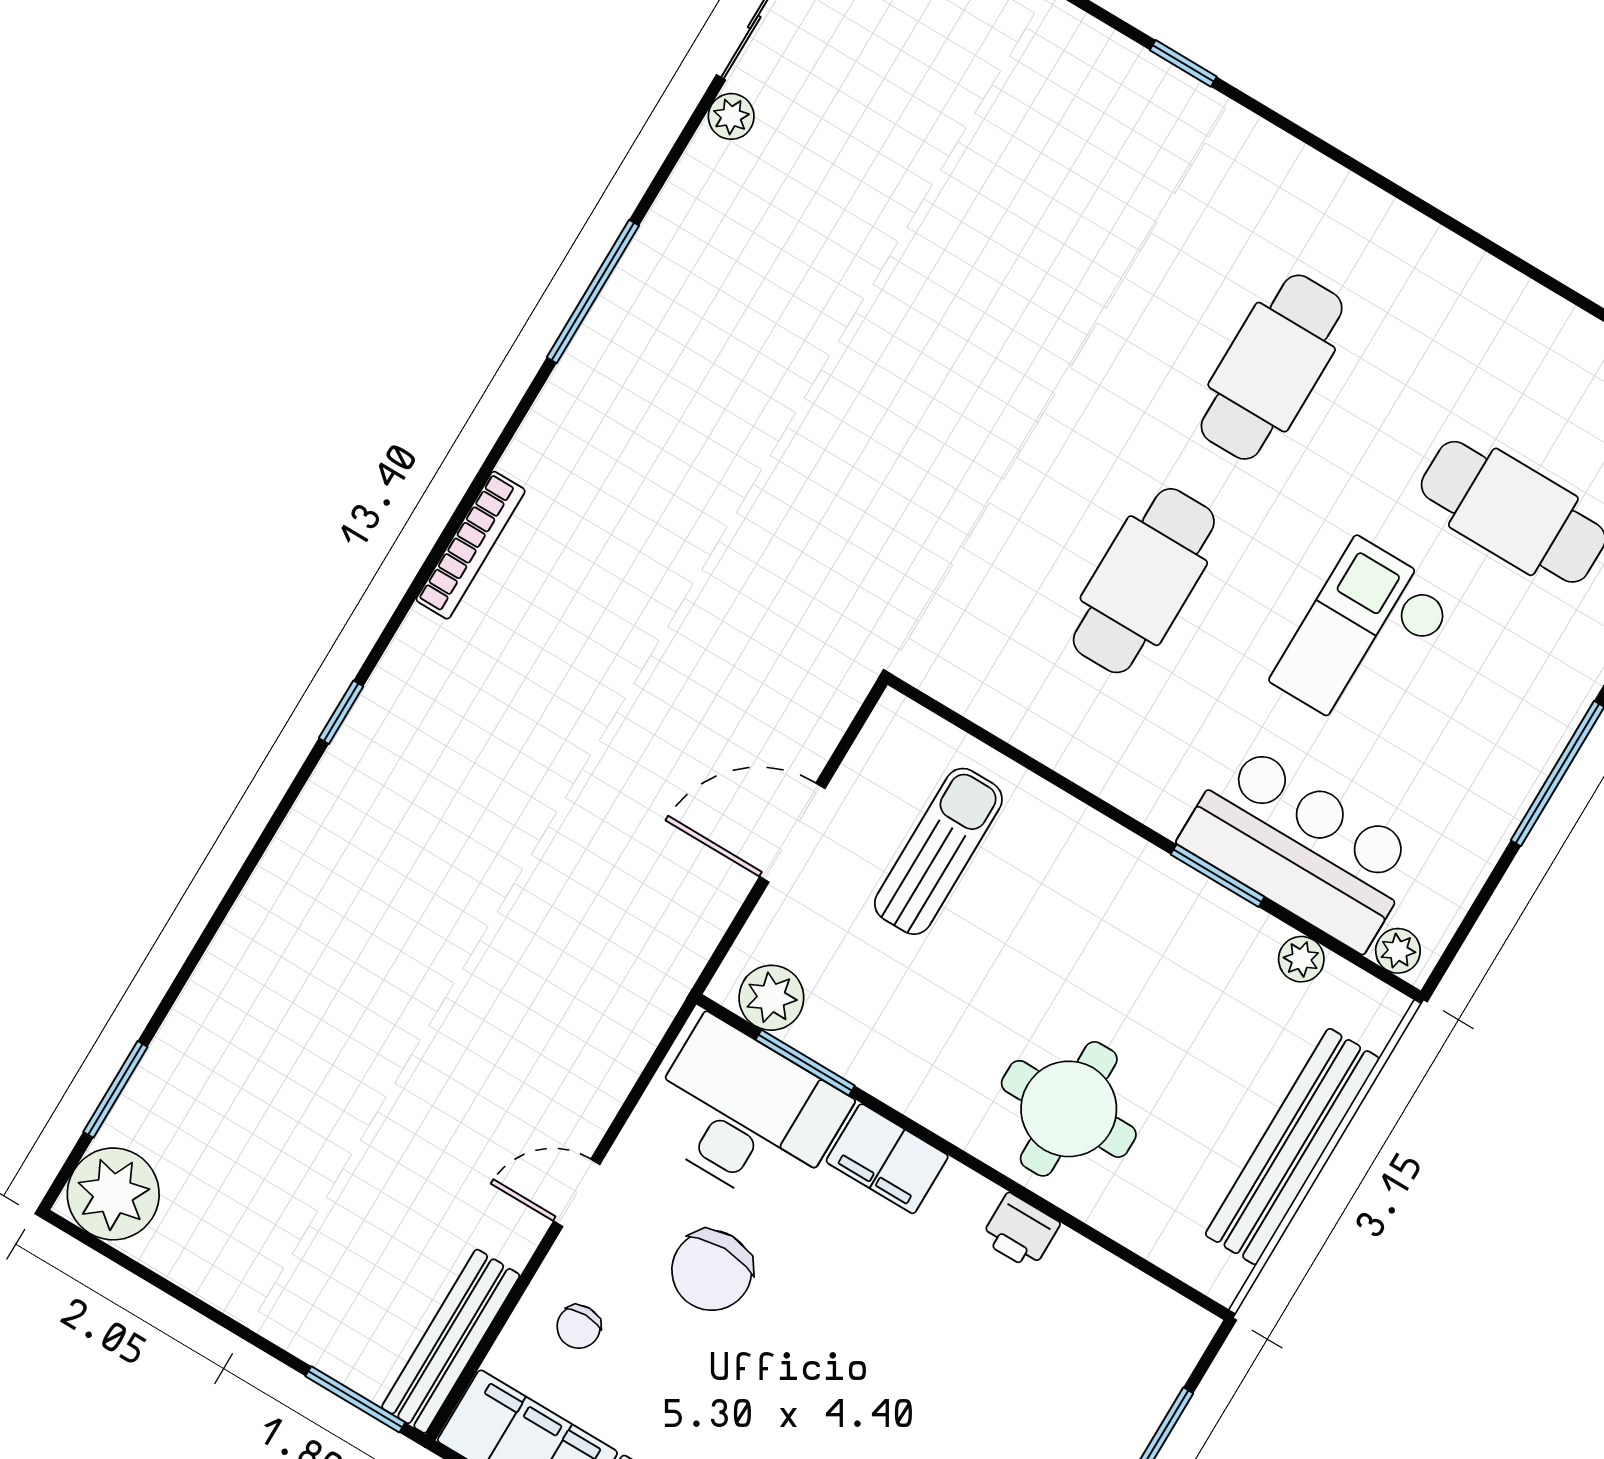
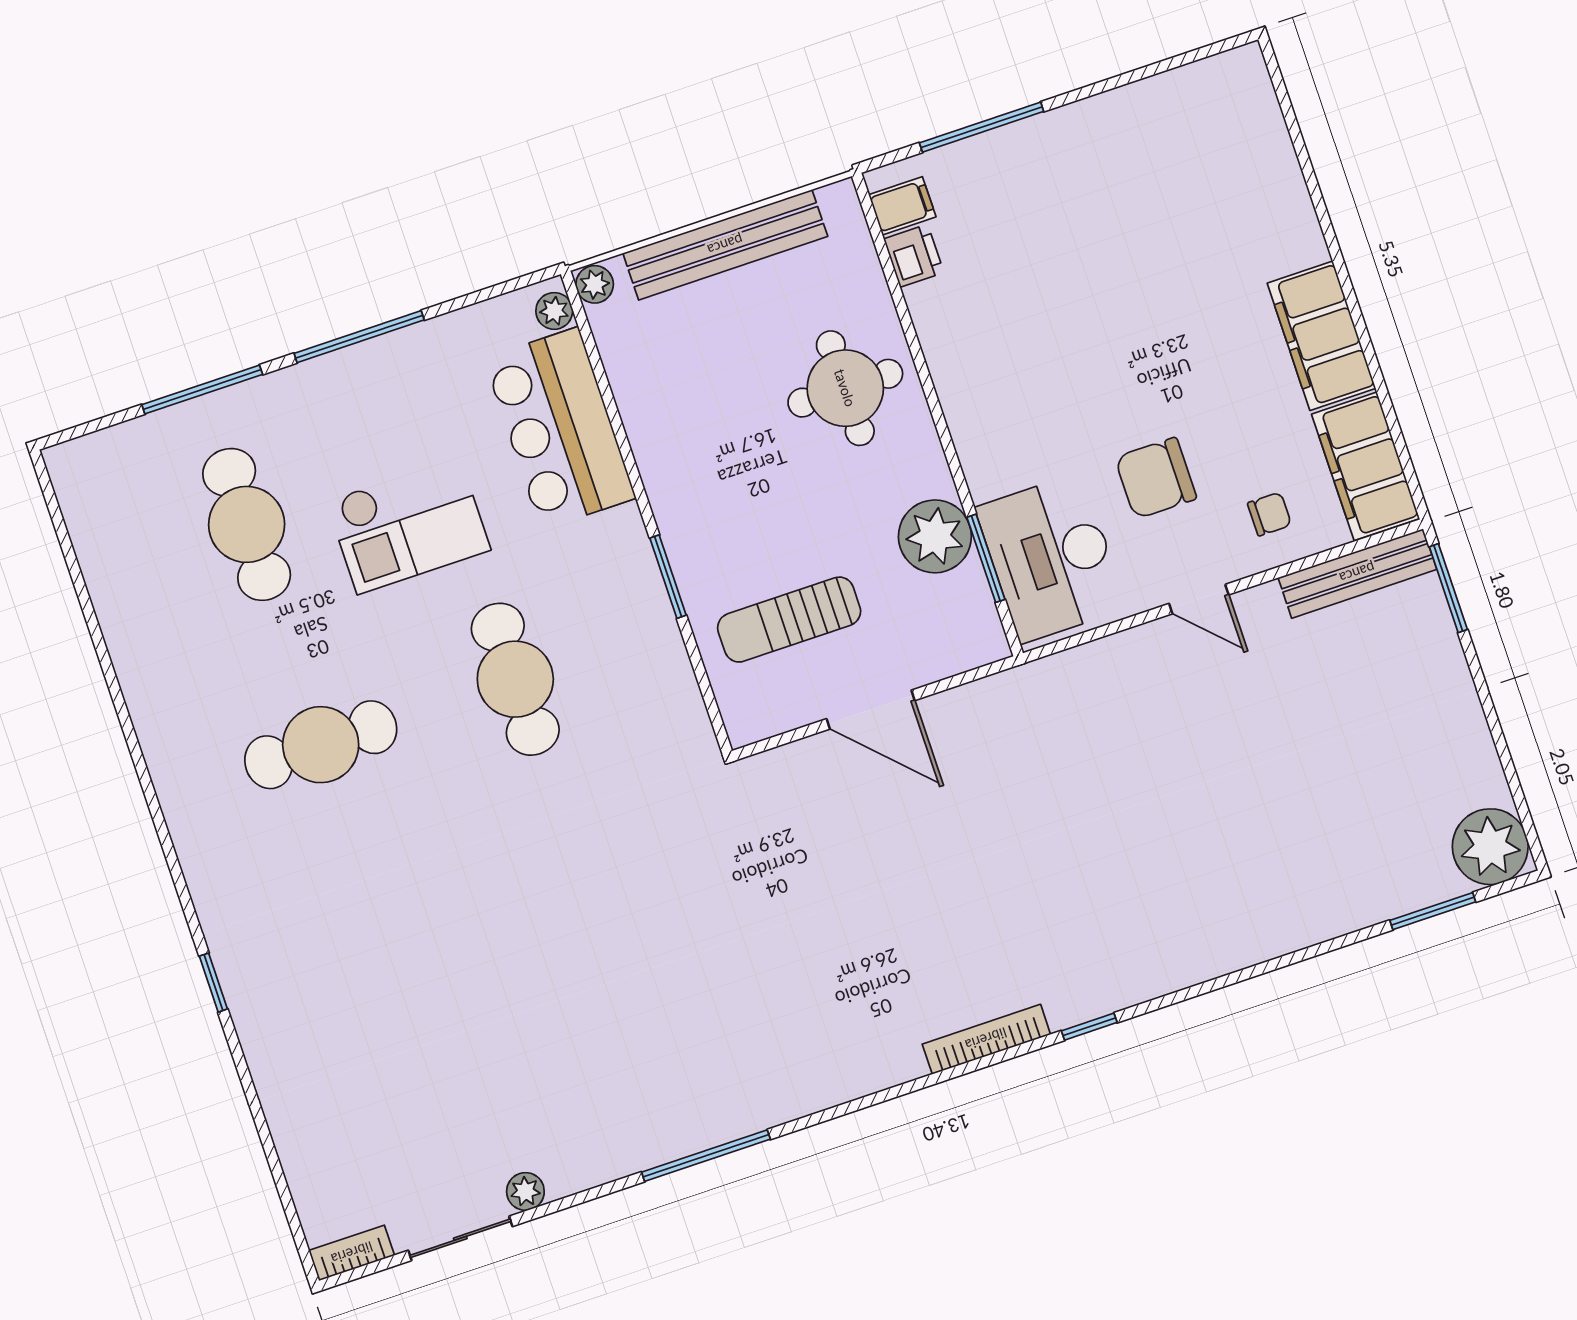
bookcase: (471, 545) -> (986, 1039), moved
cafe table: (1144, 581) -> (515, 679), turned 90
window: (1218, 876) -> (668, 577), moved
plant: (1301, 959) -> (595, 284), moved
plant: (771, 998) -> (935, 536), moved, width x1.36, depth x1.36
filing cabinet: (887, 1159) -> (902, 206), moved, width x0.50
printer: (1020, 1231) -> (914, 256), moved
chair: (712, 1270) -> (1156, 478), turned 180

